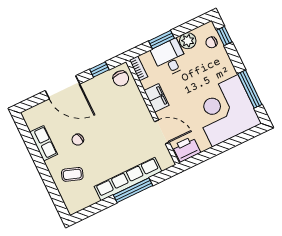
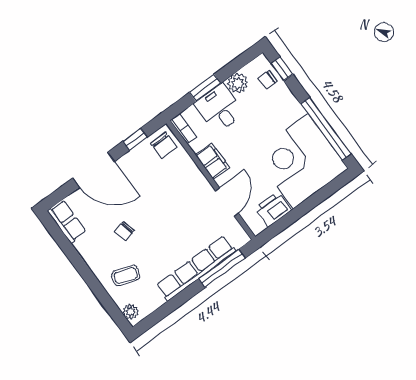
window: (250, 89) -> (326, 129), width x1.46
door: (162, 132) -> (227, 202), hinge flipped
row of seats: (44, 143) -> (67, 221), moved
printer: (187, 149) -> (273, 209), moved
window: (133, 190) -> (222, 268), moved
plant: (71, 203) -> (131, 312), added

